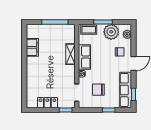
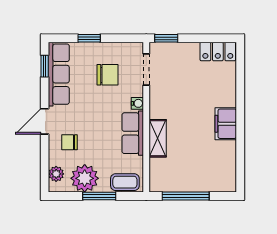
filing cabinet: (32, 47) -> (226, 124), moved
locker: (47, 103) -> (218, 52), moved

